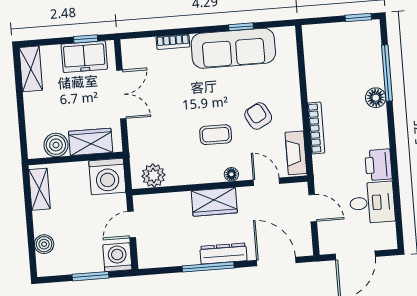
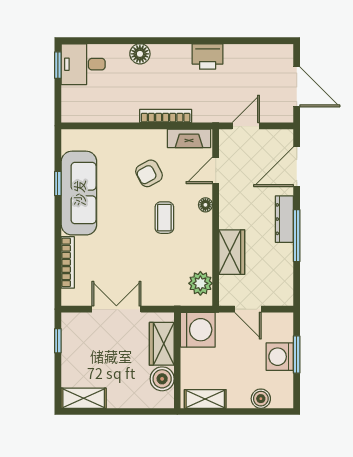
bookcase: (173, 42) -> (68, 262), width x1.56
freezer: (84, 57) -> (76, 343), removed
window: (387, 73) -> (116, 41), removed
wardrobe: (214, 202) -> (232, 252), moved
desk: (372, 203) -> (83, 64), moved, turned -90
washing machine: (117, 257) -> (280, 357), moved

